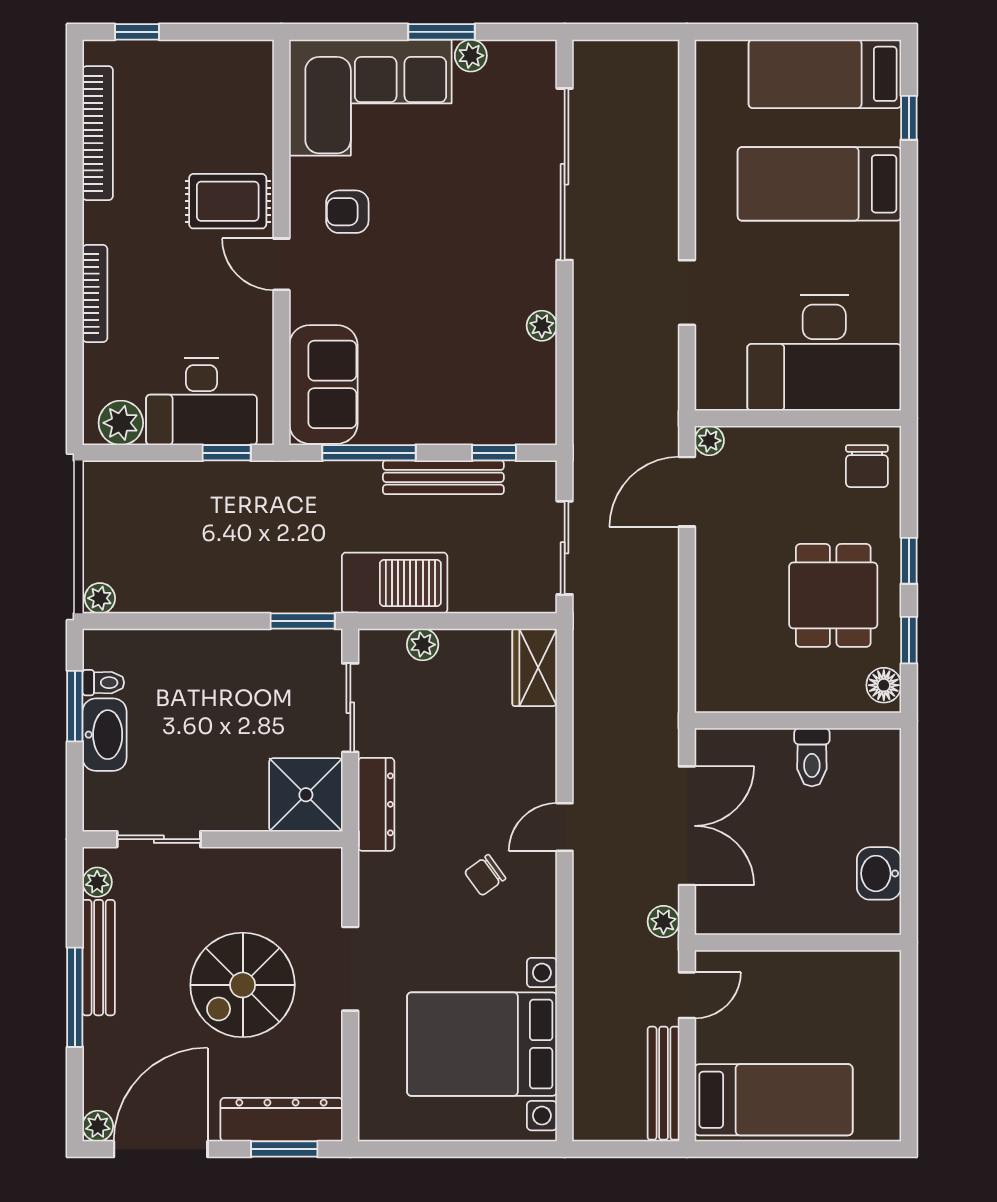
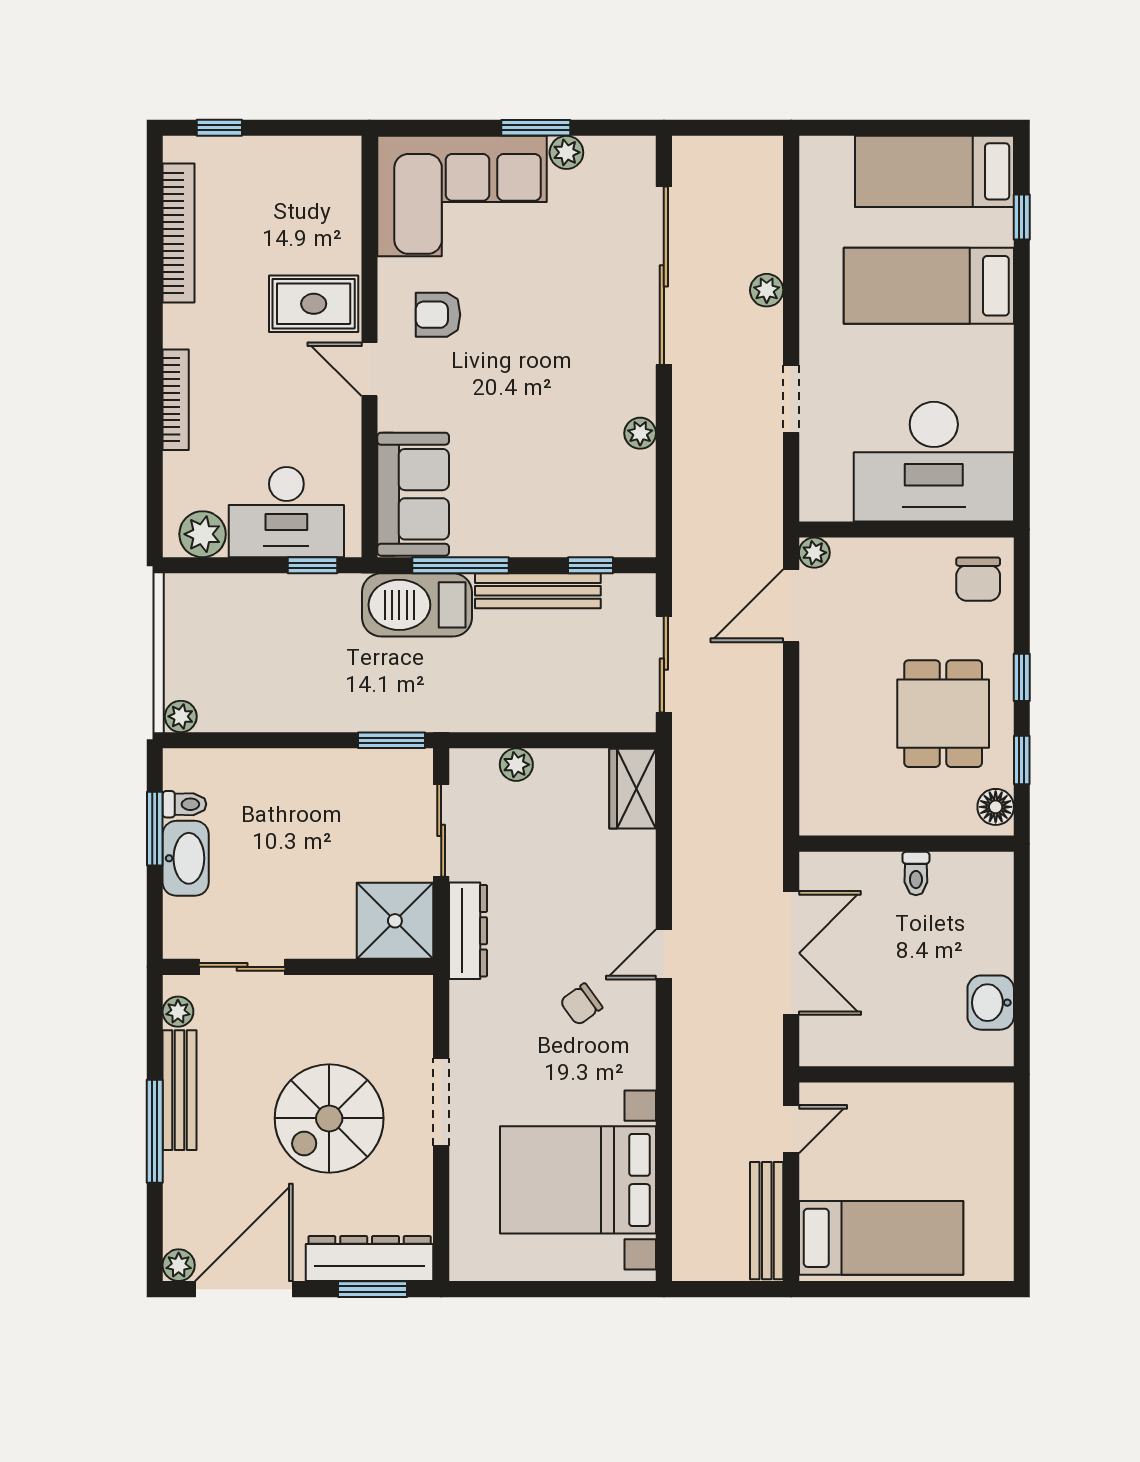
barbecue: (395, 583) -> (417, 605), moved, turned 180
toilet: (812, 757) -> (916, 873), width x0.73, depth x0.72
plant: (663, 922) -> (767, 290), moved

